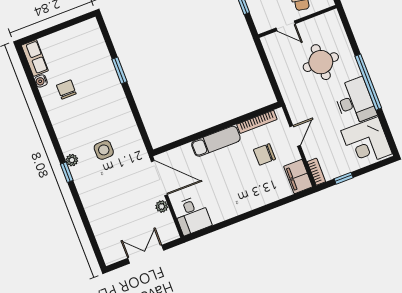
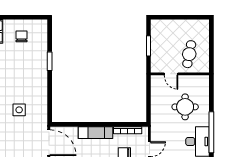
chair: (66, 90) -> (21, 36), moved

